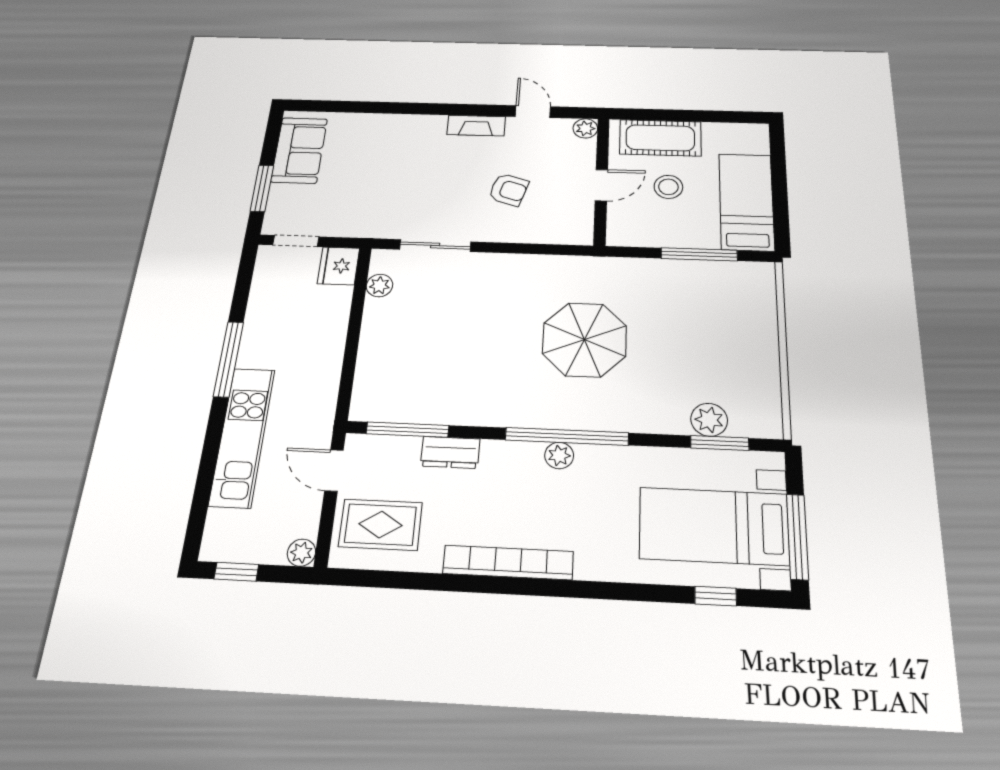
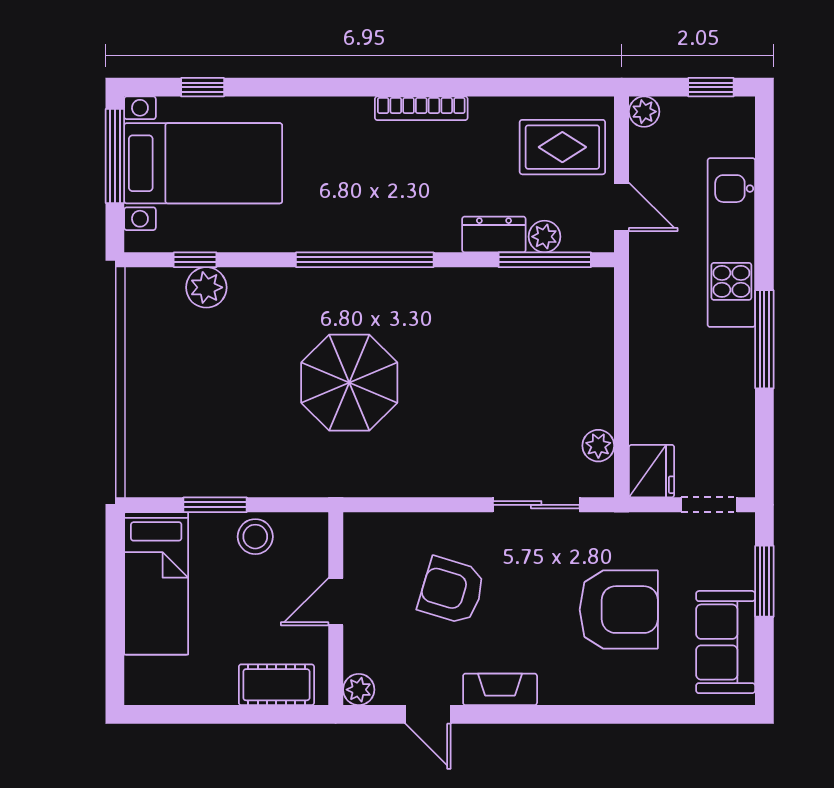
cot: (660, 138) -> (276, 685), width x0.73, depth x0.75
armchair: (378, 173) -> (619, 610), added
stool: (668, 187) -> (255, 537), moved
armchair: (509, 190) -> (452, 591), width x1.38, depth x1.38
window: (699, 254) -> (215, 505), width x0.69
window: (720, 443) -> (195, 260), width x0.67
plant: (559, 455) -> (545, 237), moved
bookcase: (508, 563) -> (421, 108), width x0.68, depth x0.76

